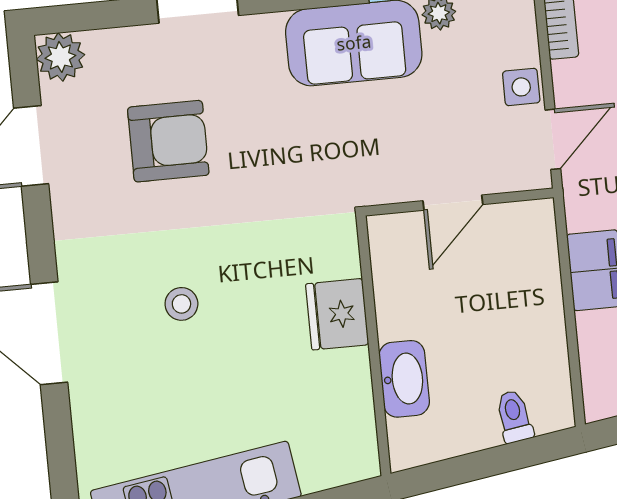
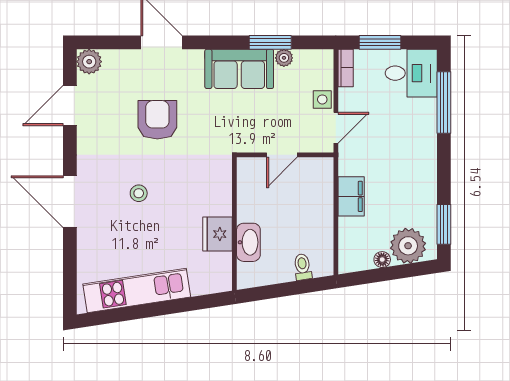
armchair: (168, 141) -> (157, 120), moved, turned -90
fridge: (337, 314) -> (217, 234), moved

